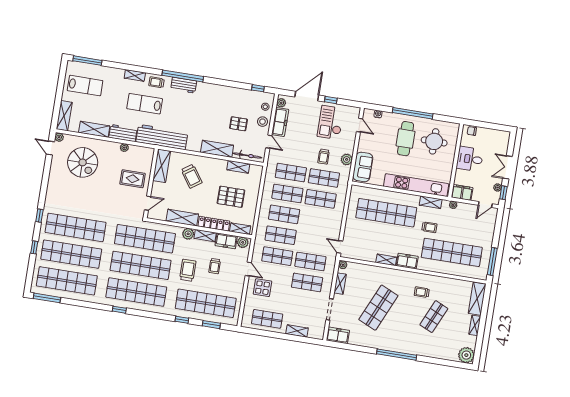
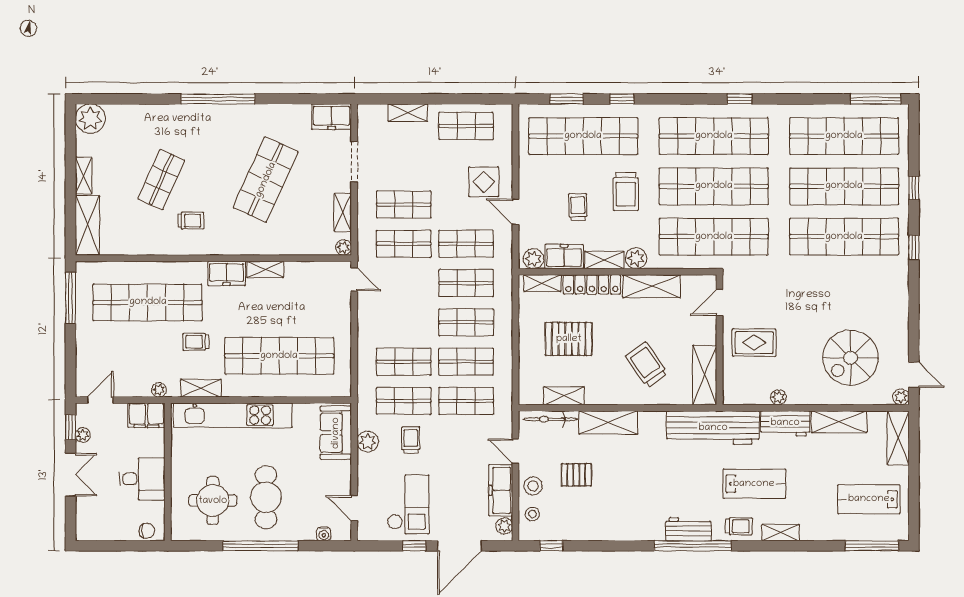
spiral stairs: (83, 162) -> (851, 358), turned -90

